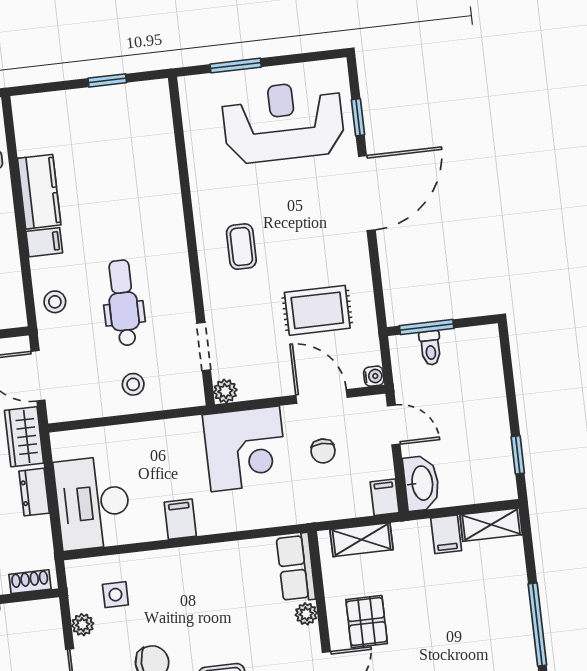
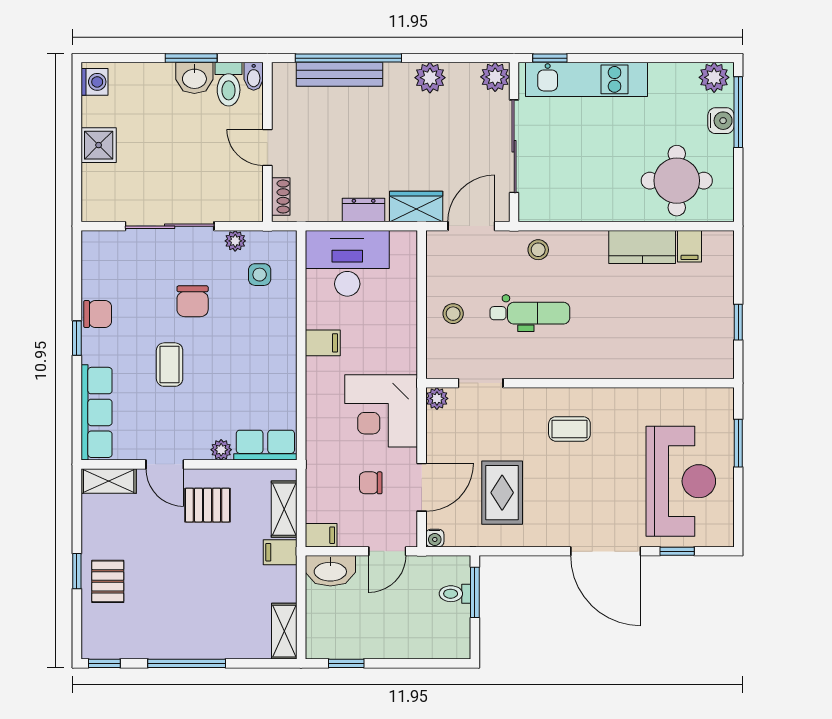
filing cabinet: (44, 242) -> (690, 246), moved
filing cabinet: (446, 534) -> (280, 552), moved

